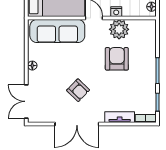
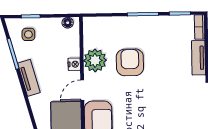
armchair: (117, 59) -> (130, 62), turned 90
armchair: (78, 90) -> (168, 107), removed

